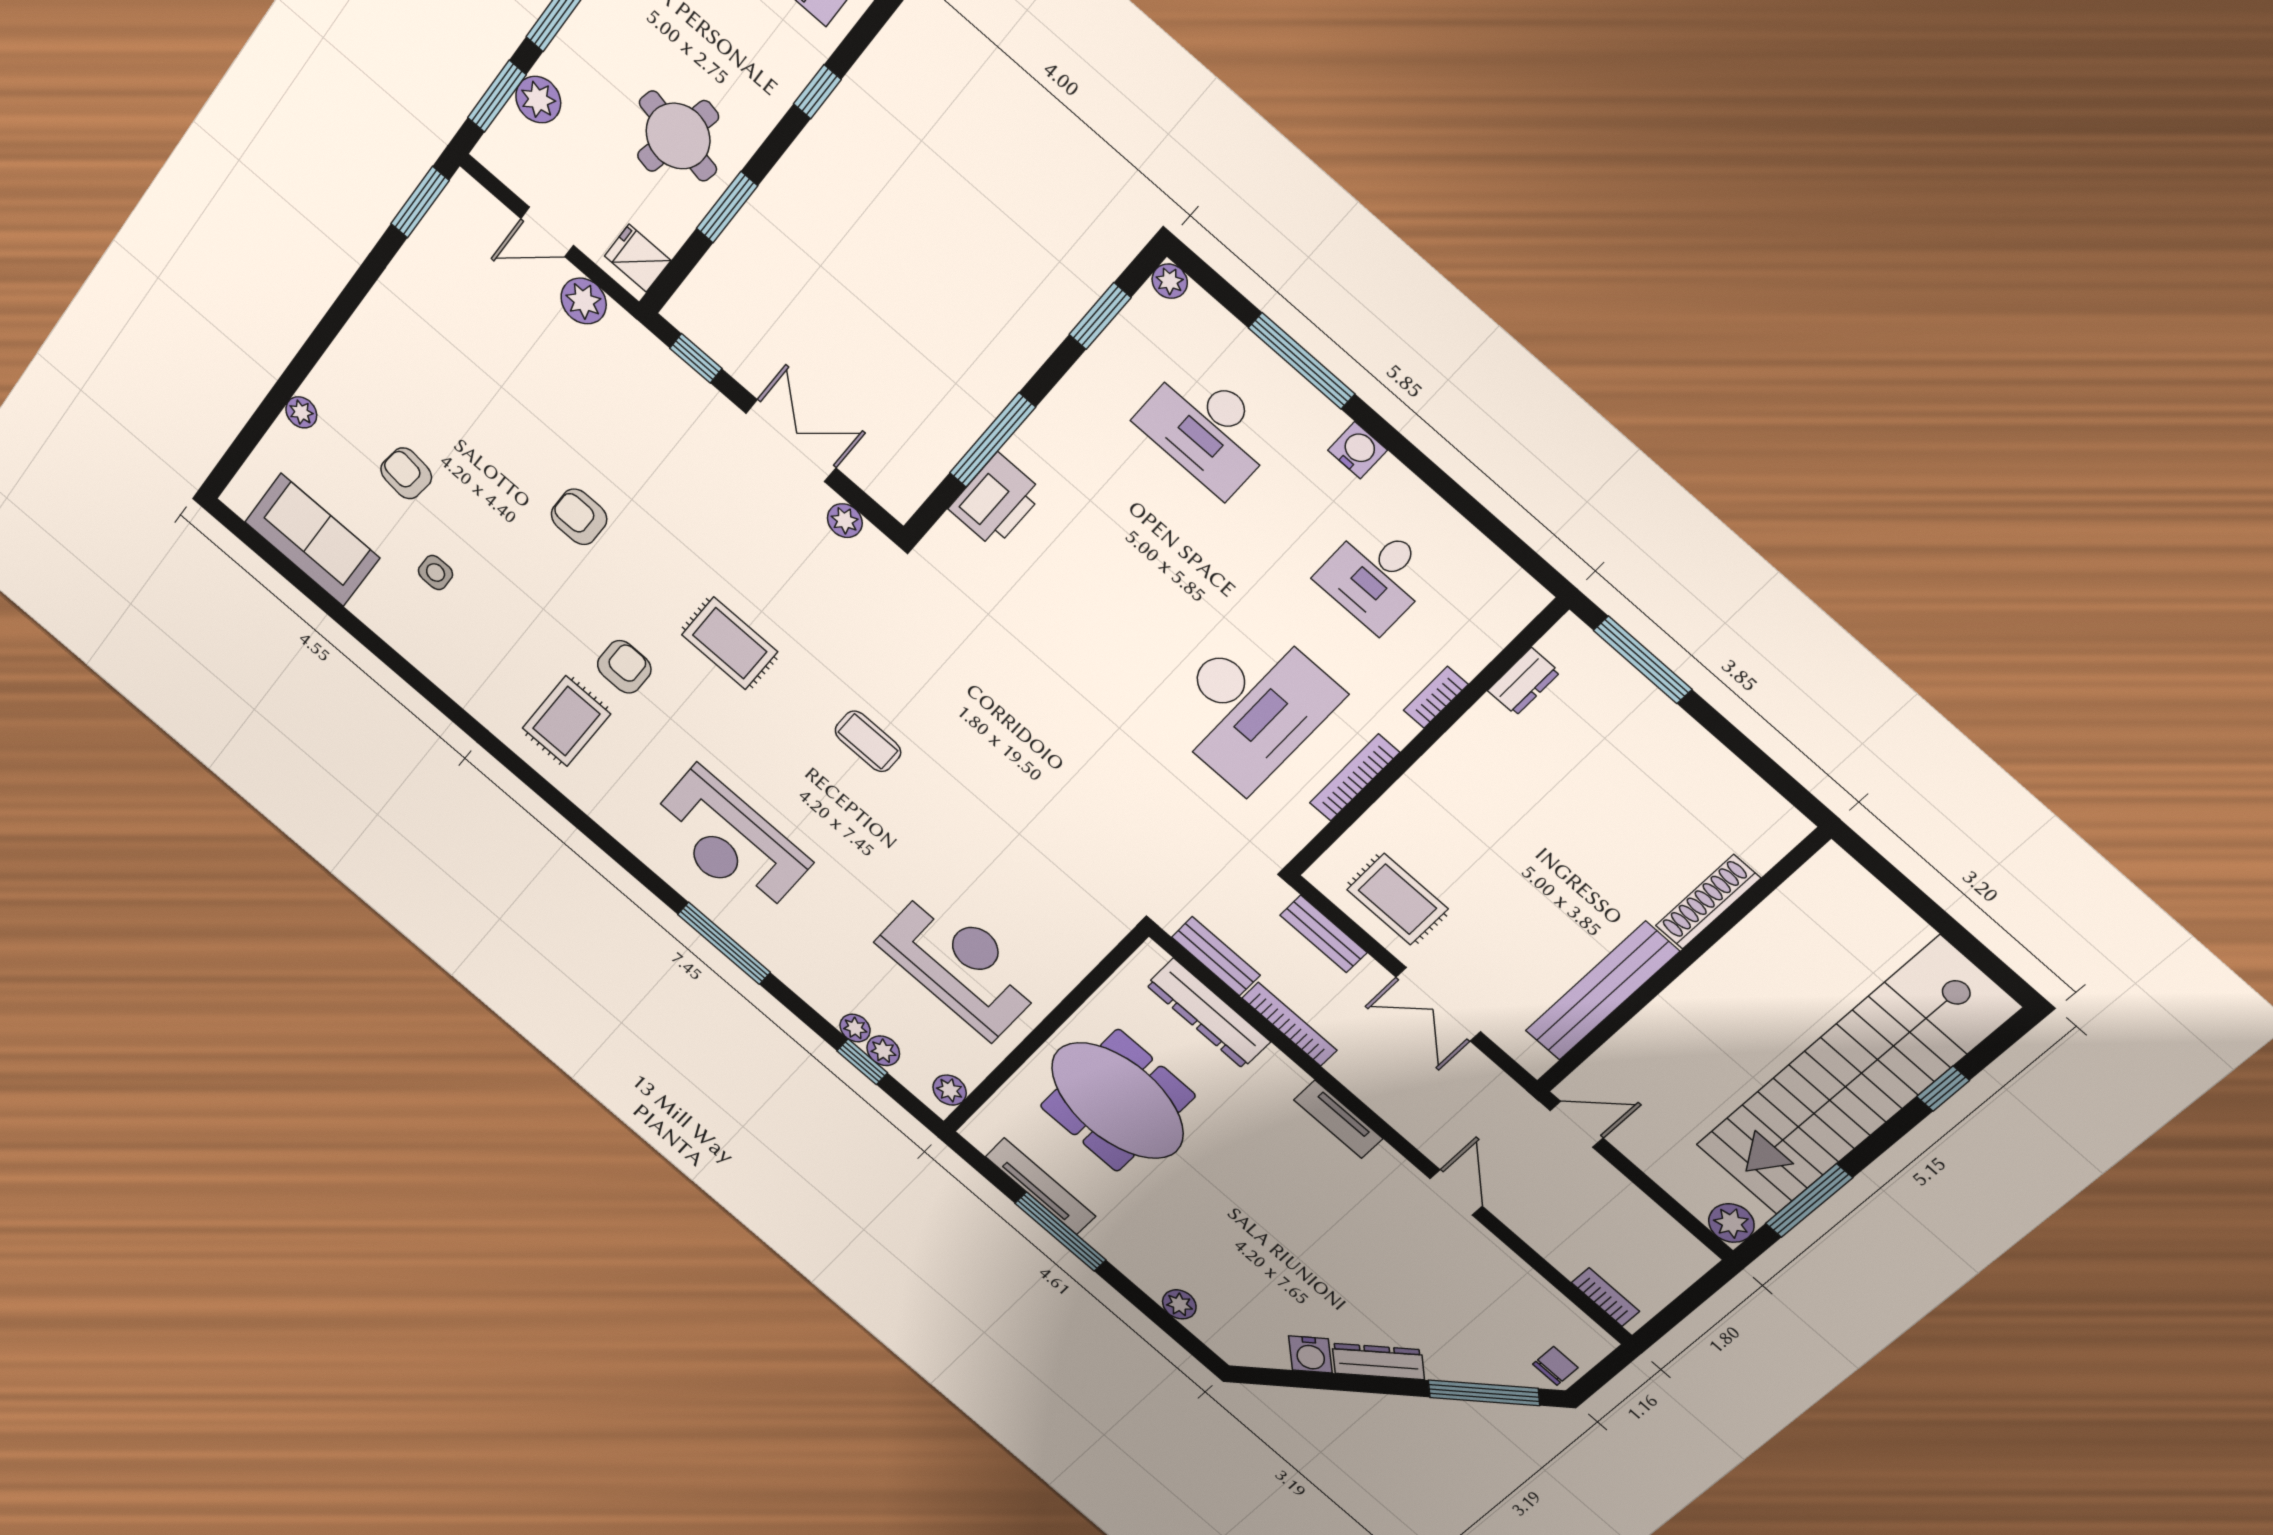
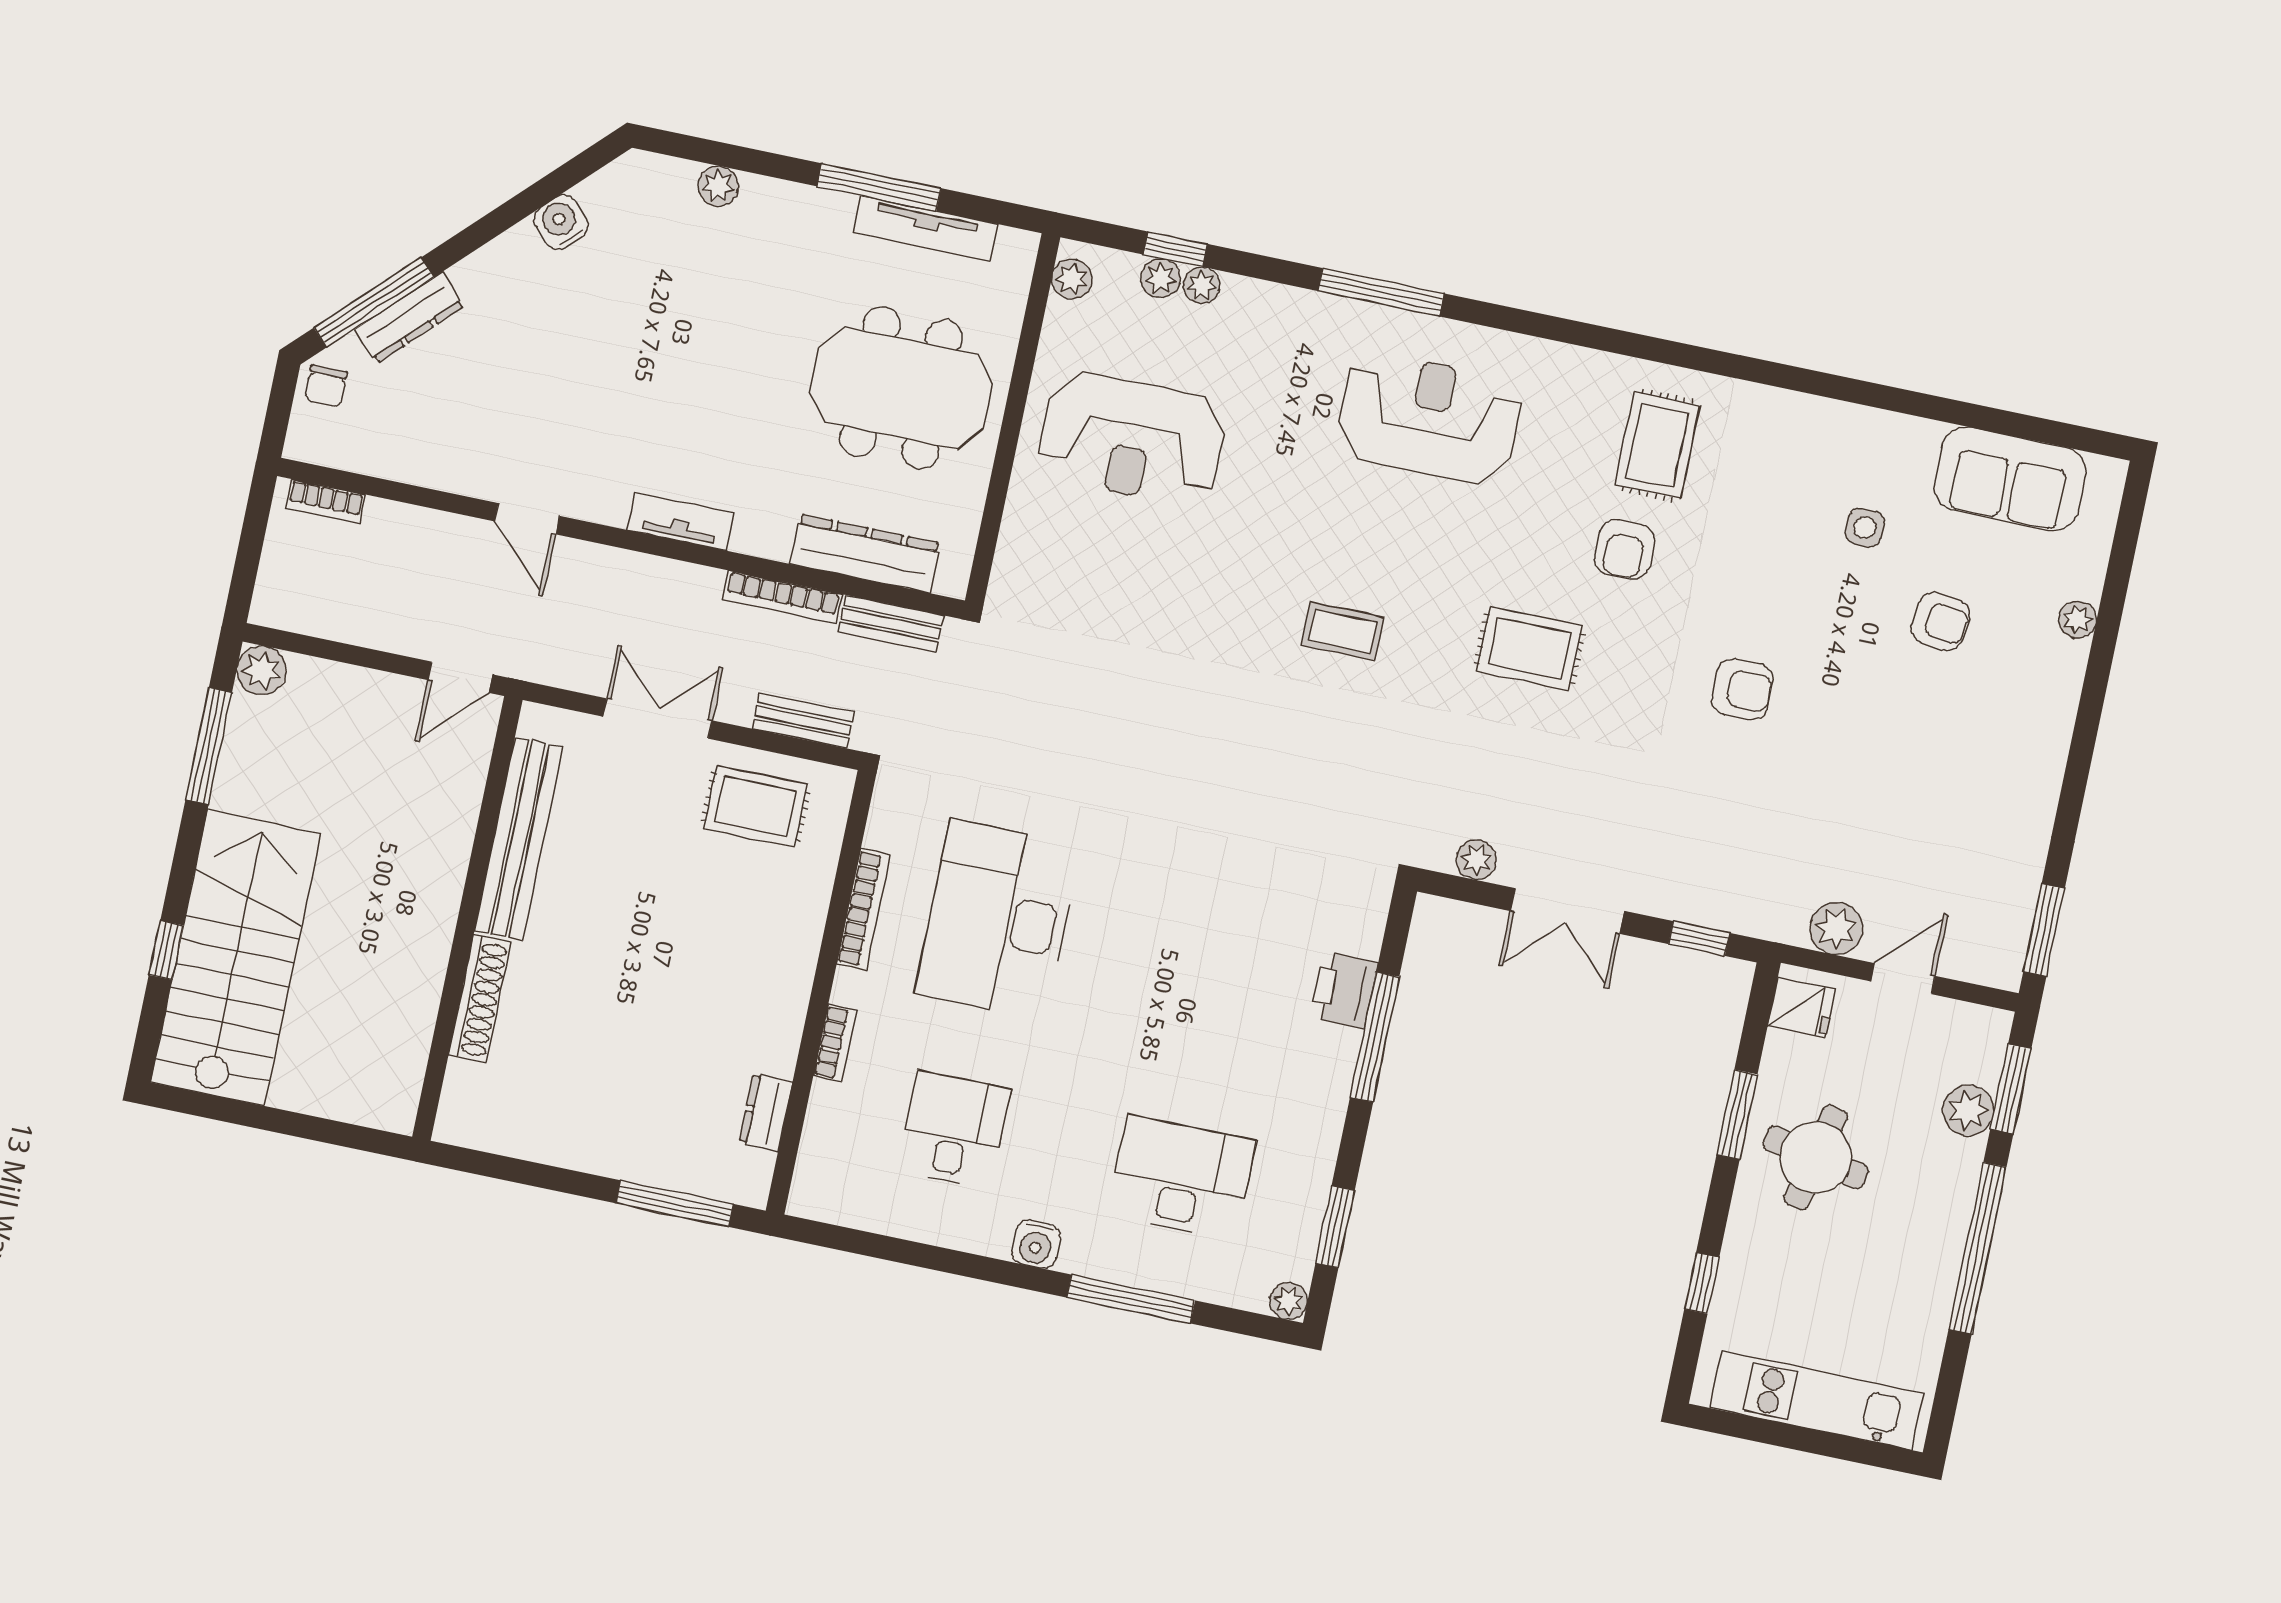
printer: (996, 501) -> (1344, 990), width x0.73, depth x0.84
stairs: (1856, 1077) -> (236, 958), width x0.73
dresser: (1378, 1361) -> (410, 318), moved

